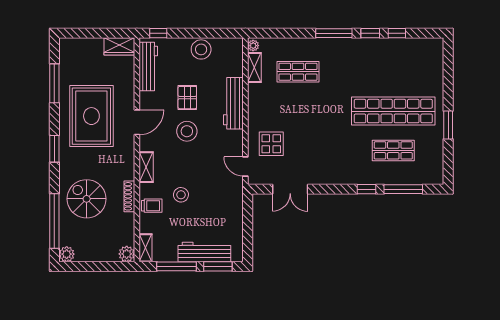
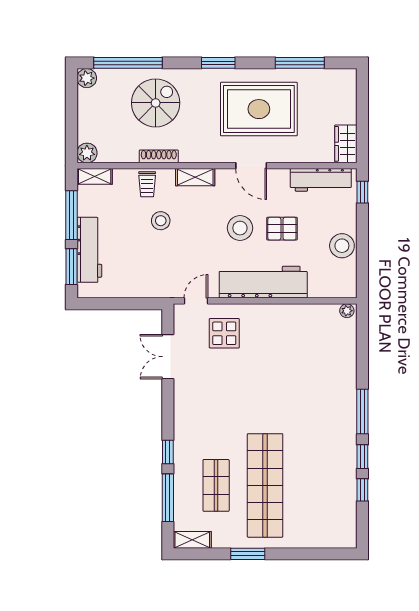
shelving: (254, 67) -> (192, 540), moved
shop shelf: (298, 72) -> (314, 367), removed
workbench: (233, 103) -> (263, 282), width x1.36, depth x1.32

